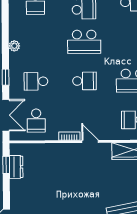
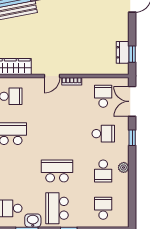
school desk: (84, 81) -> (103, 171), moved, turned -90
door: (90, 142) -> (52, 76), hinge flipped

